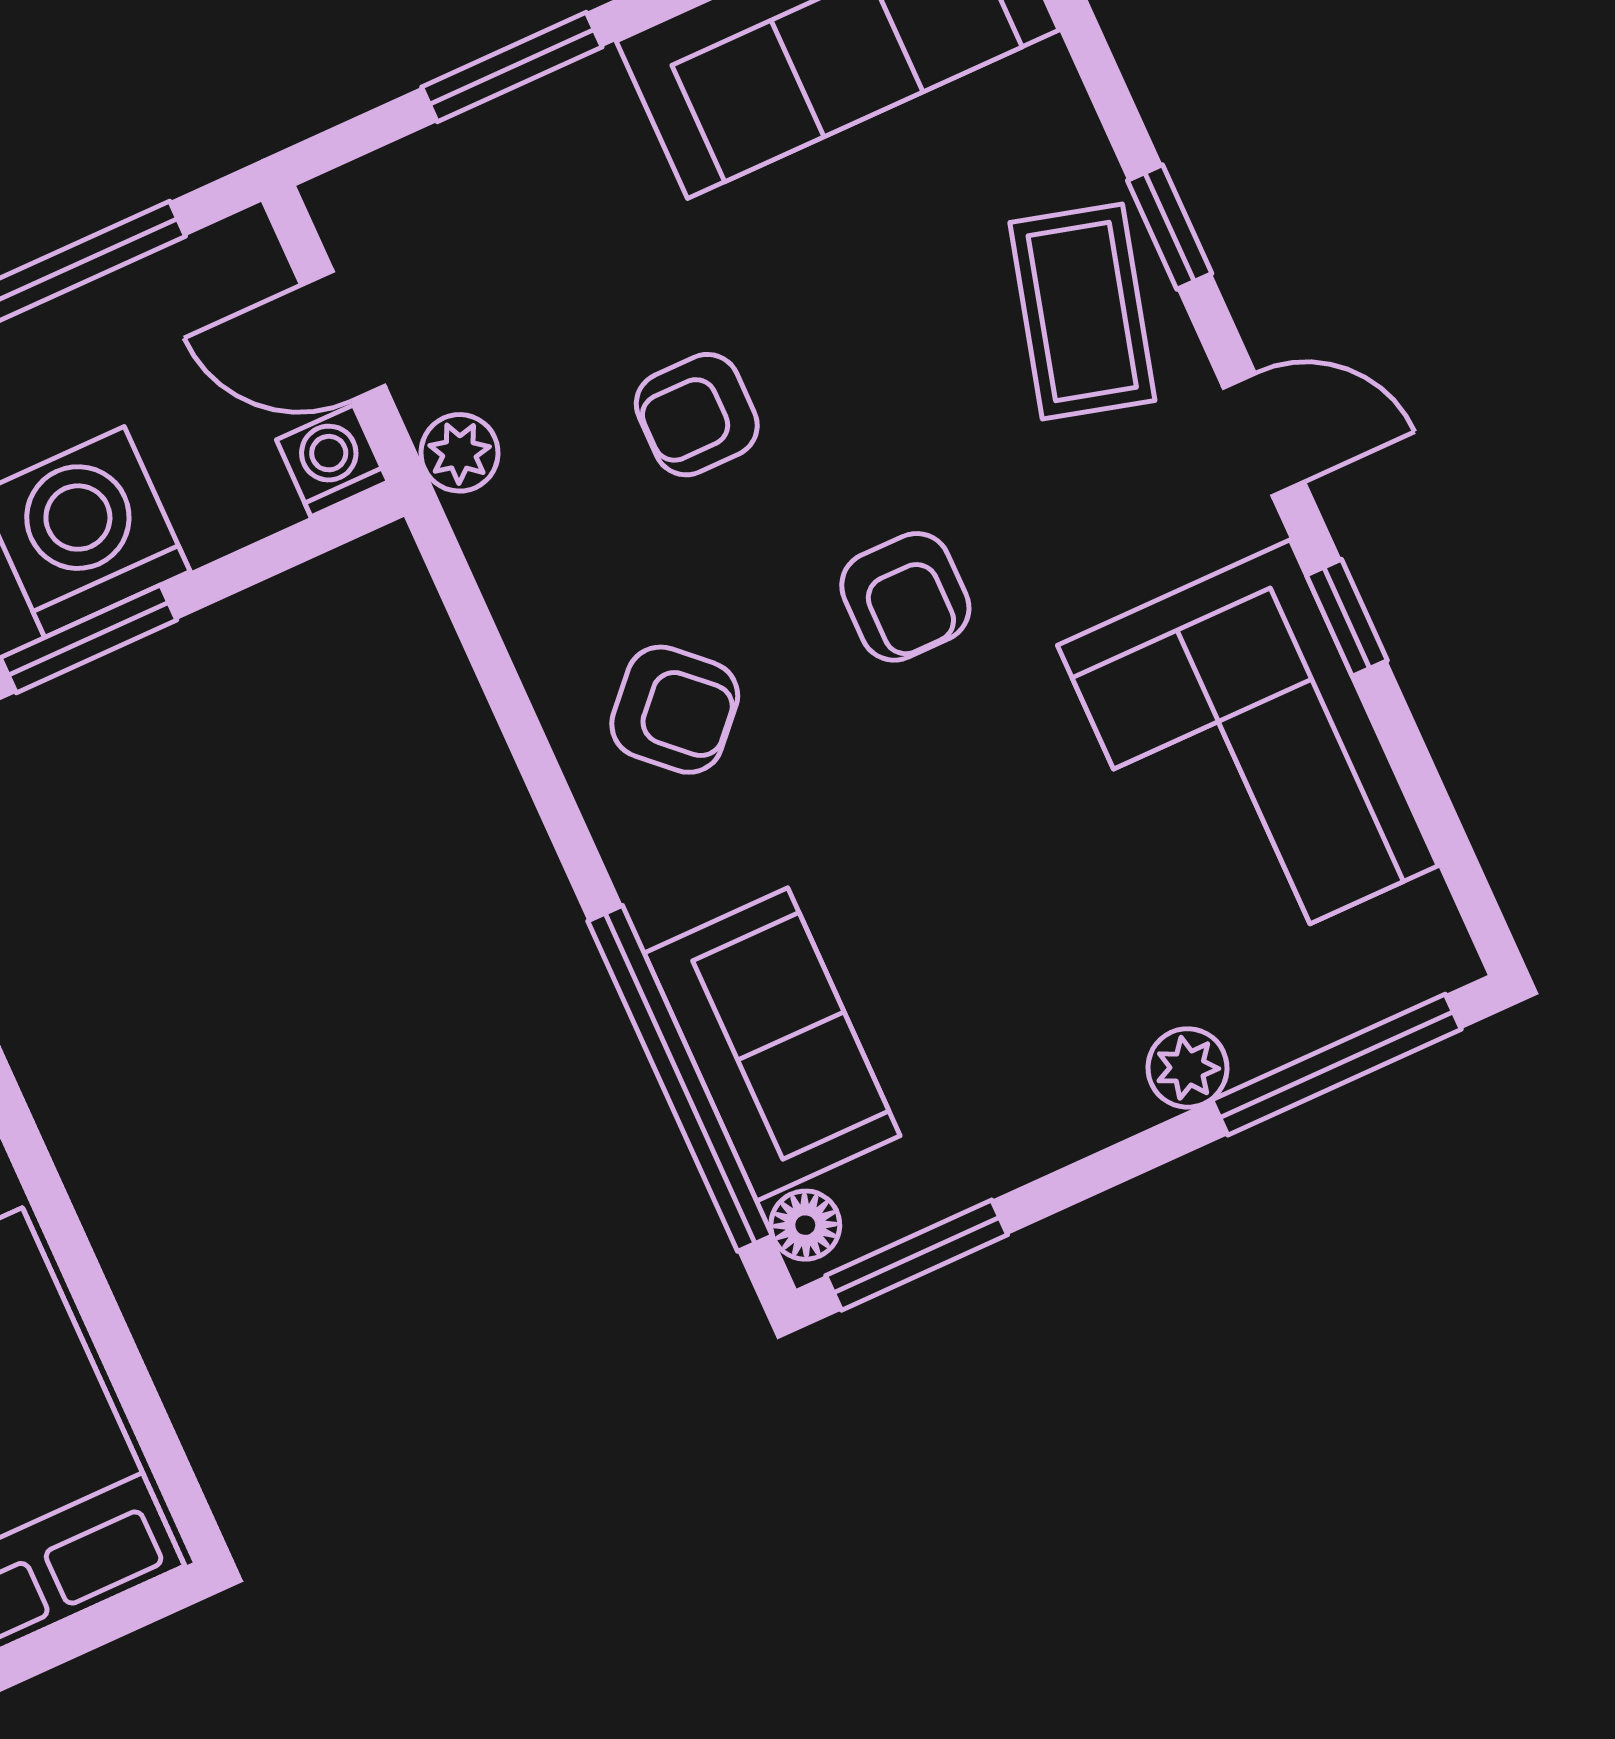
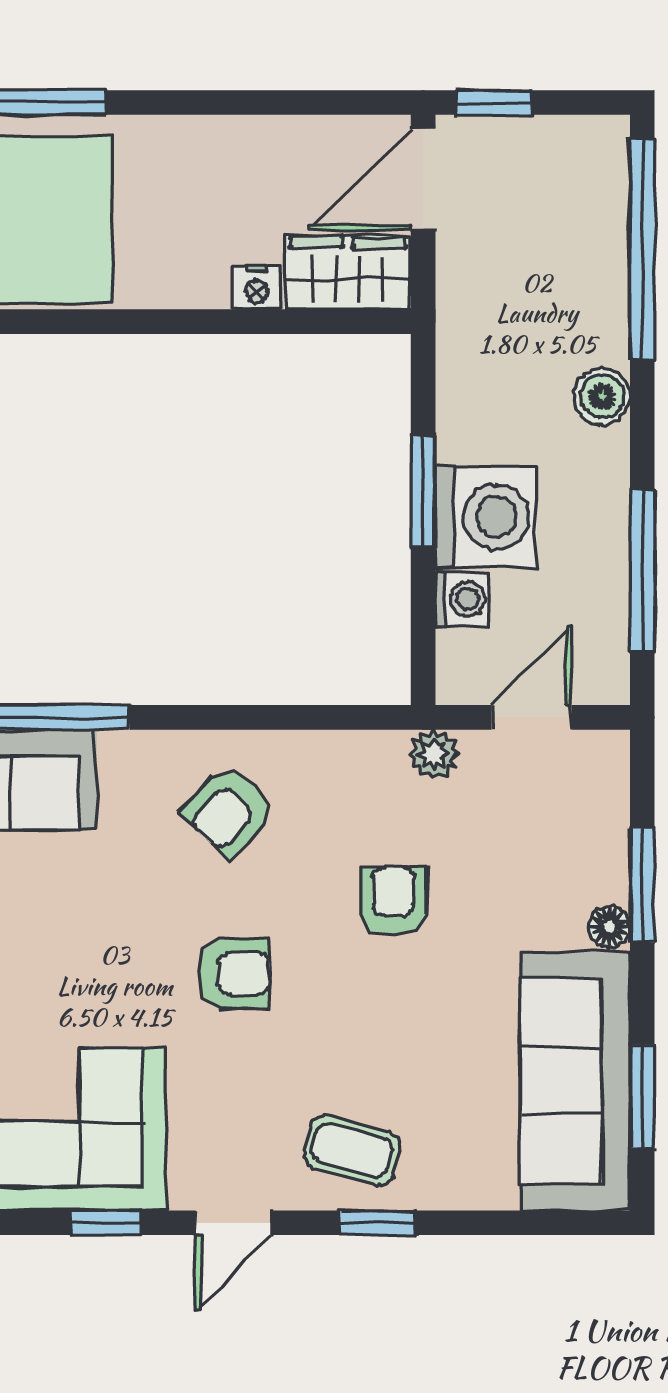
floor lamp: (593, 87) -> (609, 927), added
coffee table: (1082, 312) -> (352, 1150), width x0.73, depth x0.77
washing machine: (332, 461) -> (462, 599), moved
armchair: (905, 597) -> (234, 973), turned 180

